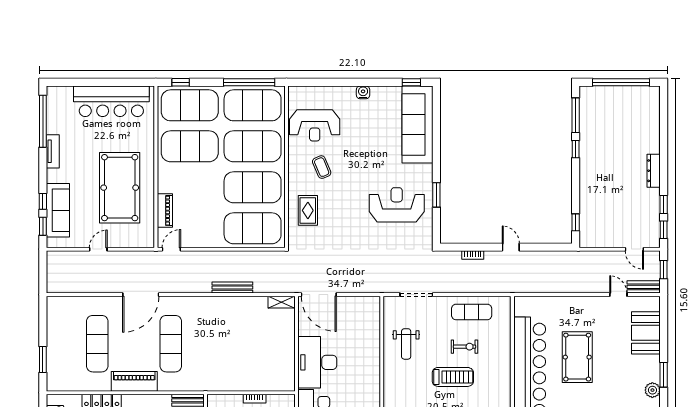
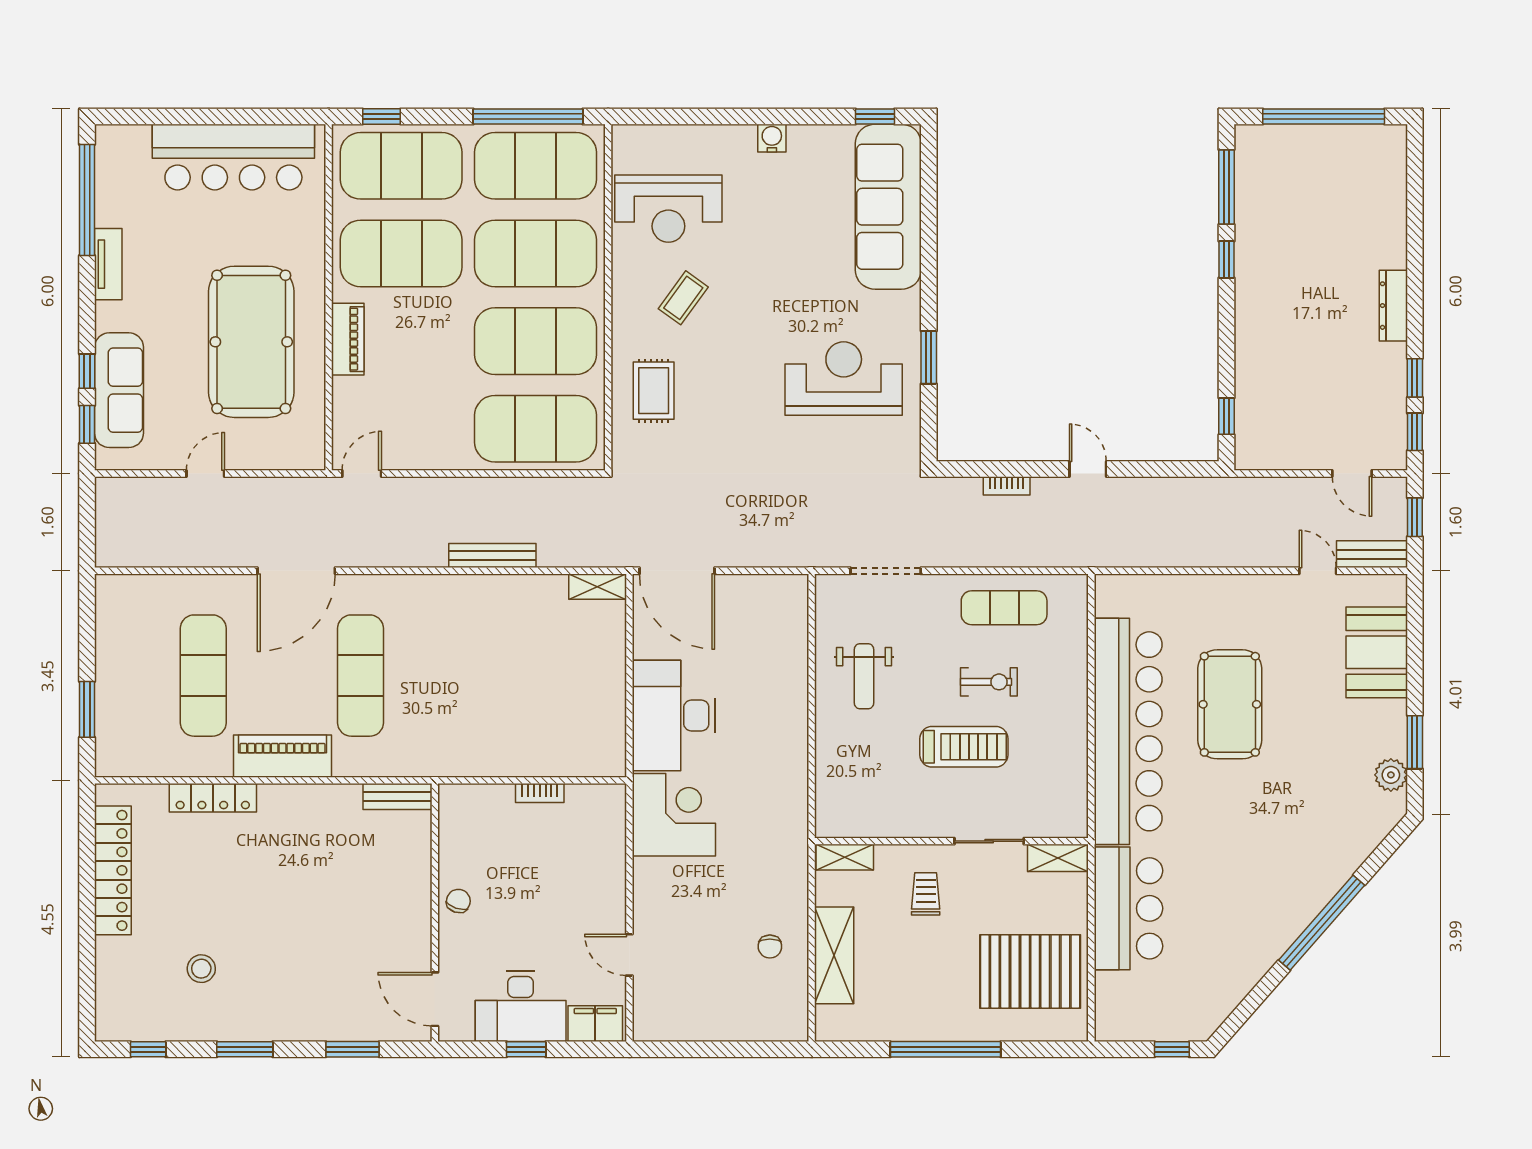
coffee table: (322, 167) -> (683, 298), turned 59
piano: (165, 211) -> (348, 339), moved

